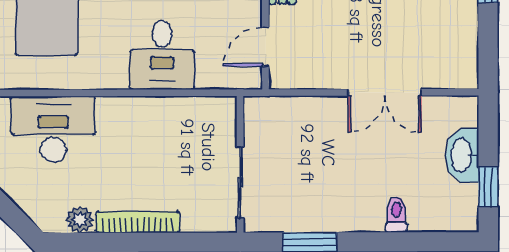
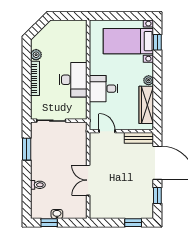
desk: (53, 129) -> (73, 80), moved
washbasin: (462, 155) -> (57, 214), width x0.52, depth x0.69

